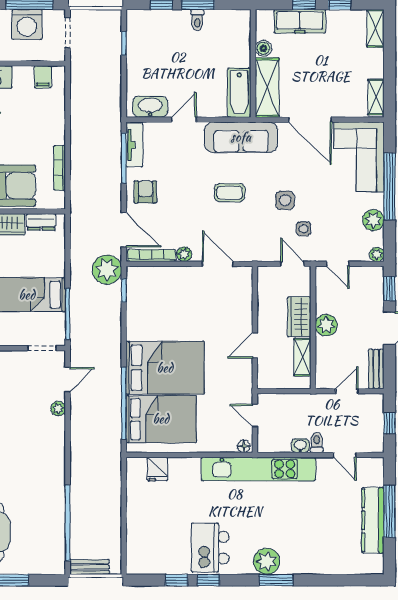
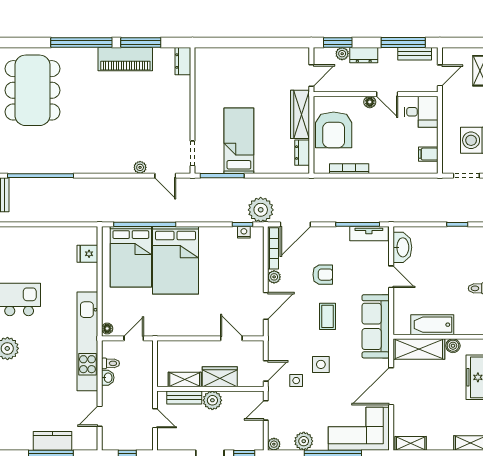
bathtub: (239, 93) -> (432, 325), moved
armchair: (145, 192) -> (323, 275), moved
nightstand: (133, 289) -> (244, 232), added
door: (255, 346) -> (231, 338), moved
bench: (376, 369) -> (184, 397), moved
toilet: (317, 443) -> (110, 363), moved
kitchen counter: (373, 520) -> (52, 441), width x0.67

